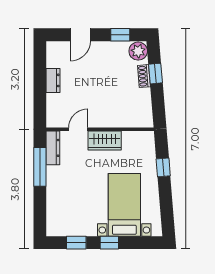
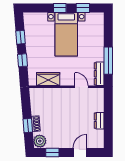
door: (78, 129) -> (82, 87), swing flipped
wardrobe: (105, 140) -> (48, 79), moved
window: (166, 200) -> (21, 37), added
bed with nightstands: (124, 205) -> (66, 34), moved

